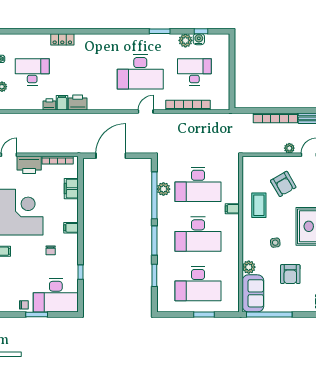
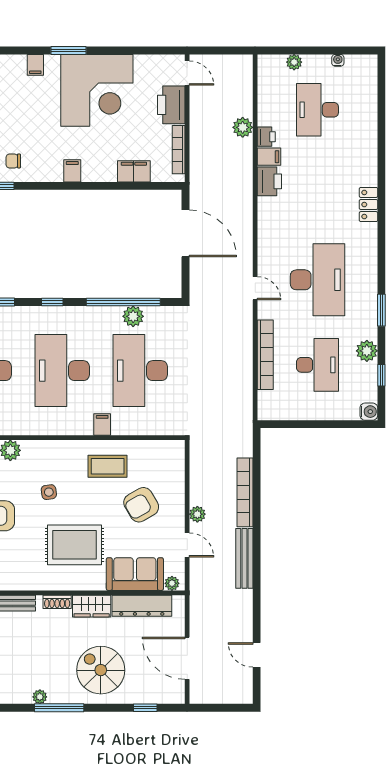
locker: (62, 39) -> (368, 205), moved
water cooler: (199, 39) -> (369, 412), moved
desk: (32, 72) -> (317, 110), turned 180
desk: (140, 72) -> (317, 280), turned 180
plant: (43, 119) -> (243, 127), added
window: (154, 240) -> (52, 302), width x0.46
chair: (51, 250) -> (13, 161), moved

